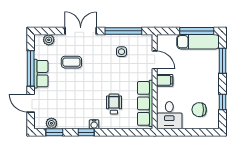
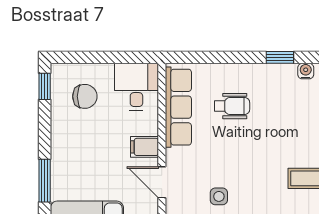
window: (223, 102) -> (45, 86), moved
wheelchair: (114, 104) -> (232, 106), turned -90
water cooler: (94, 124) -> (306, 71), moved

